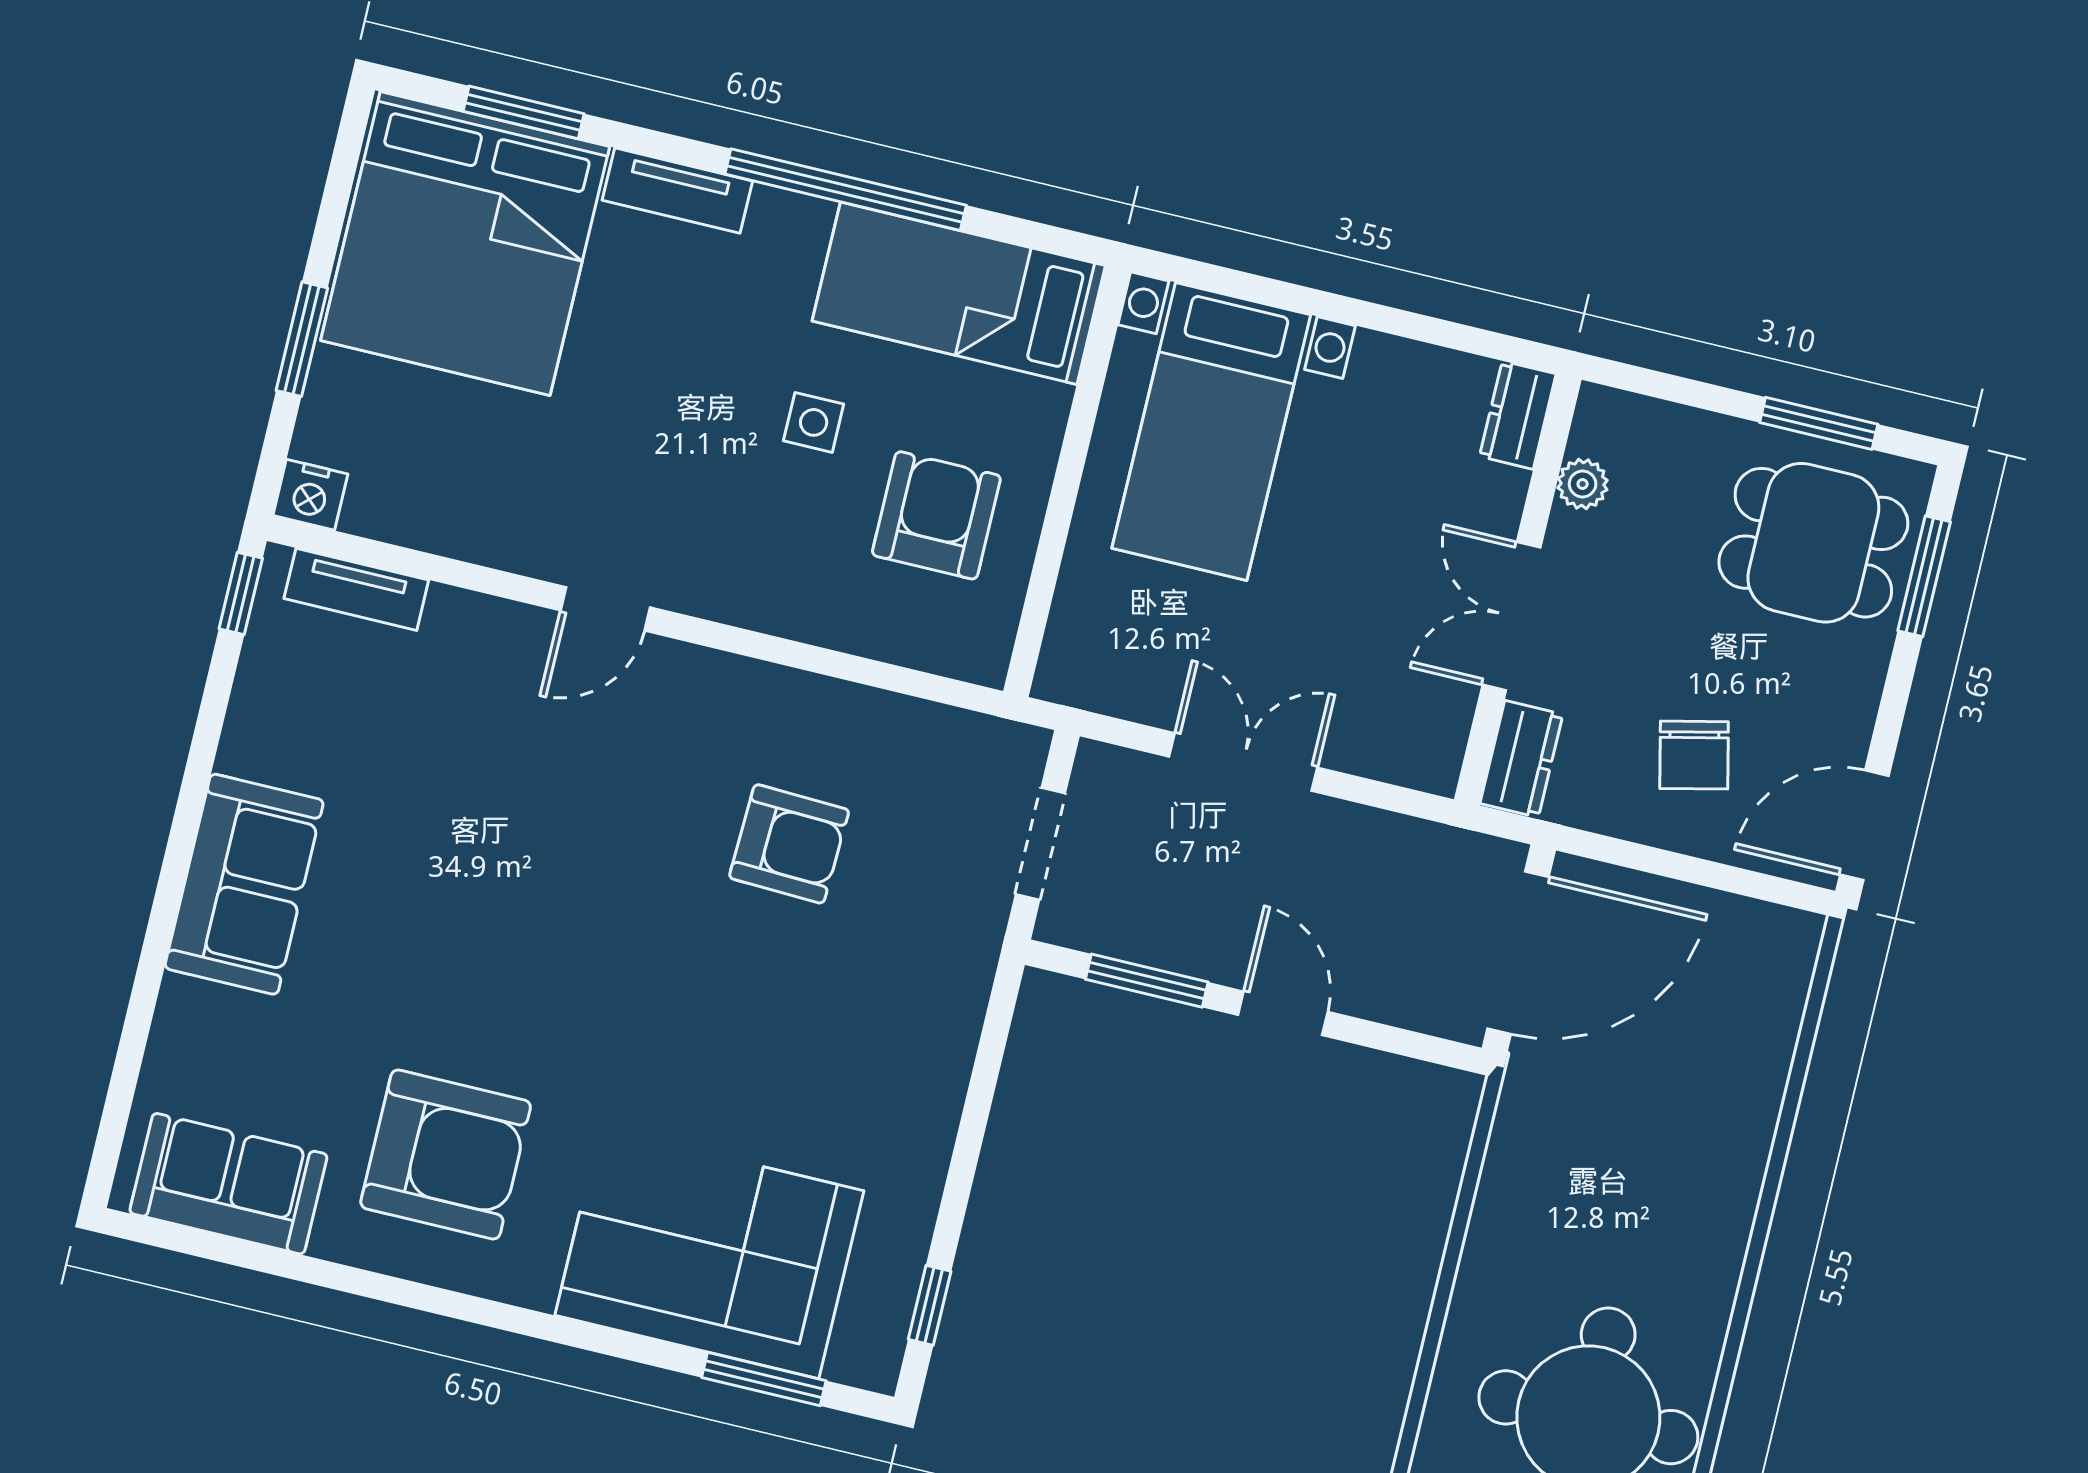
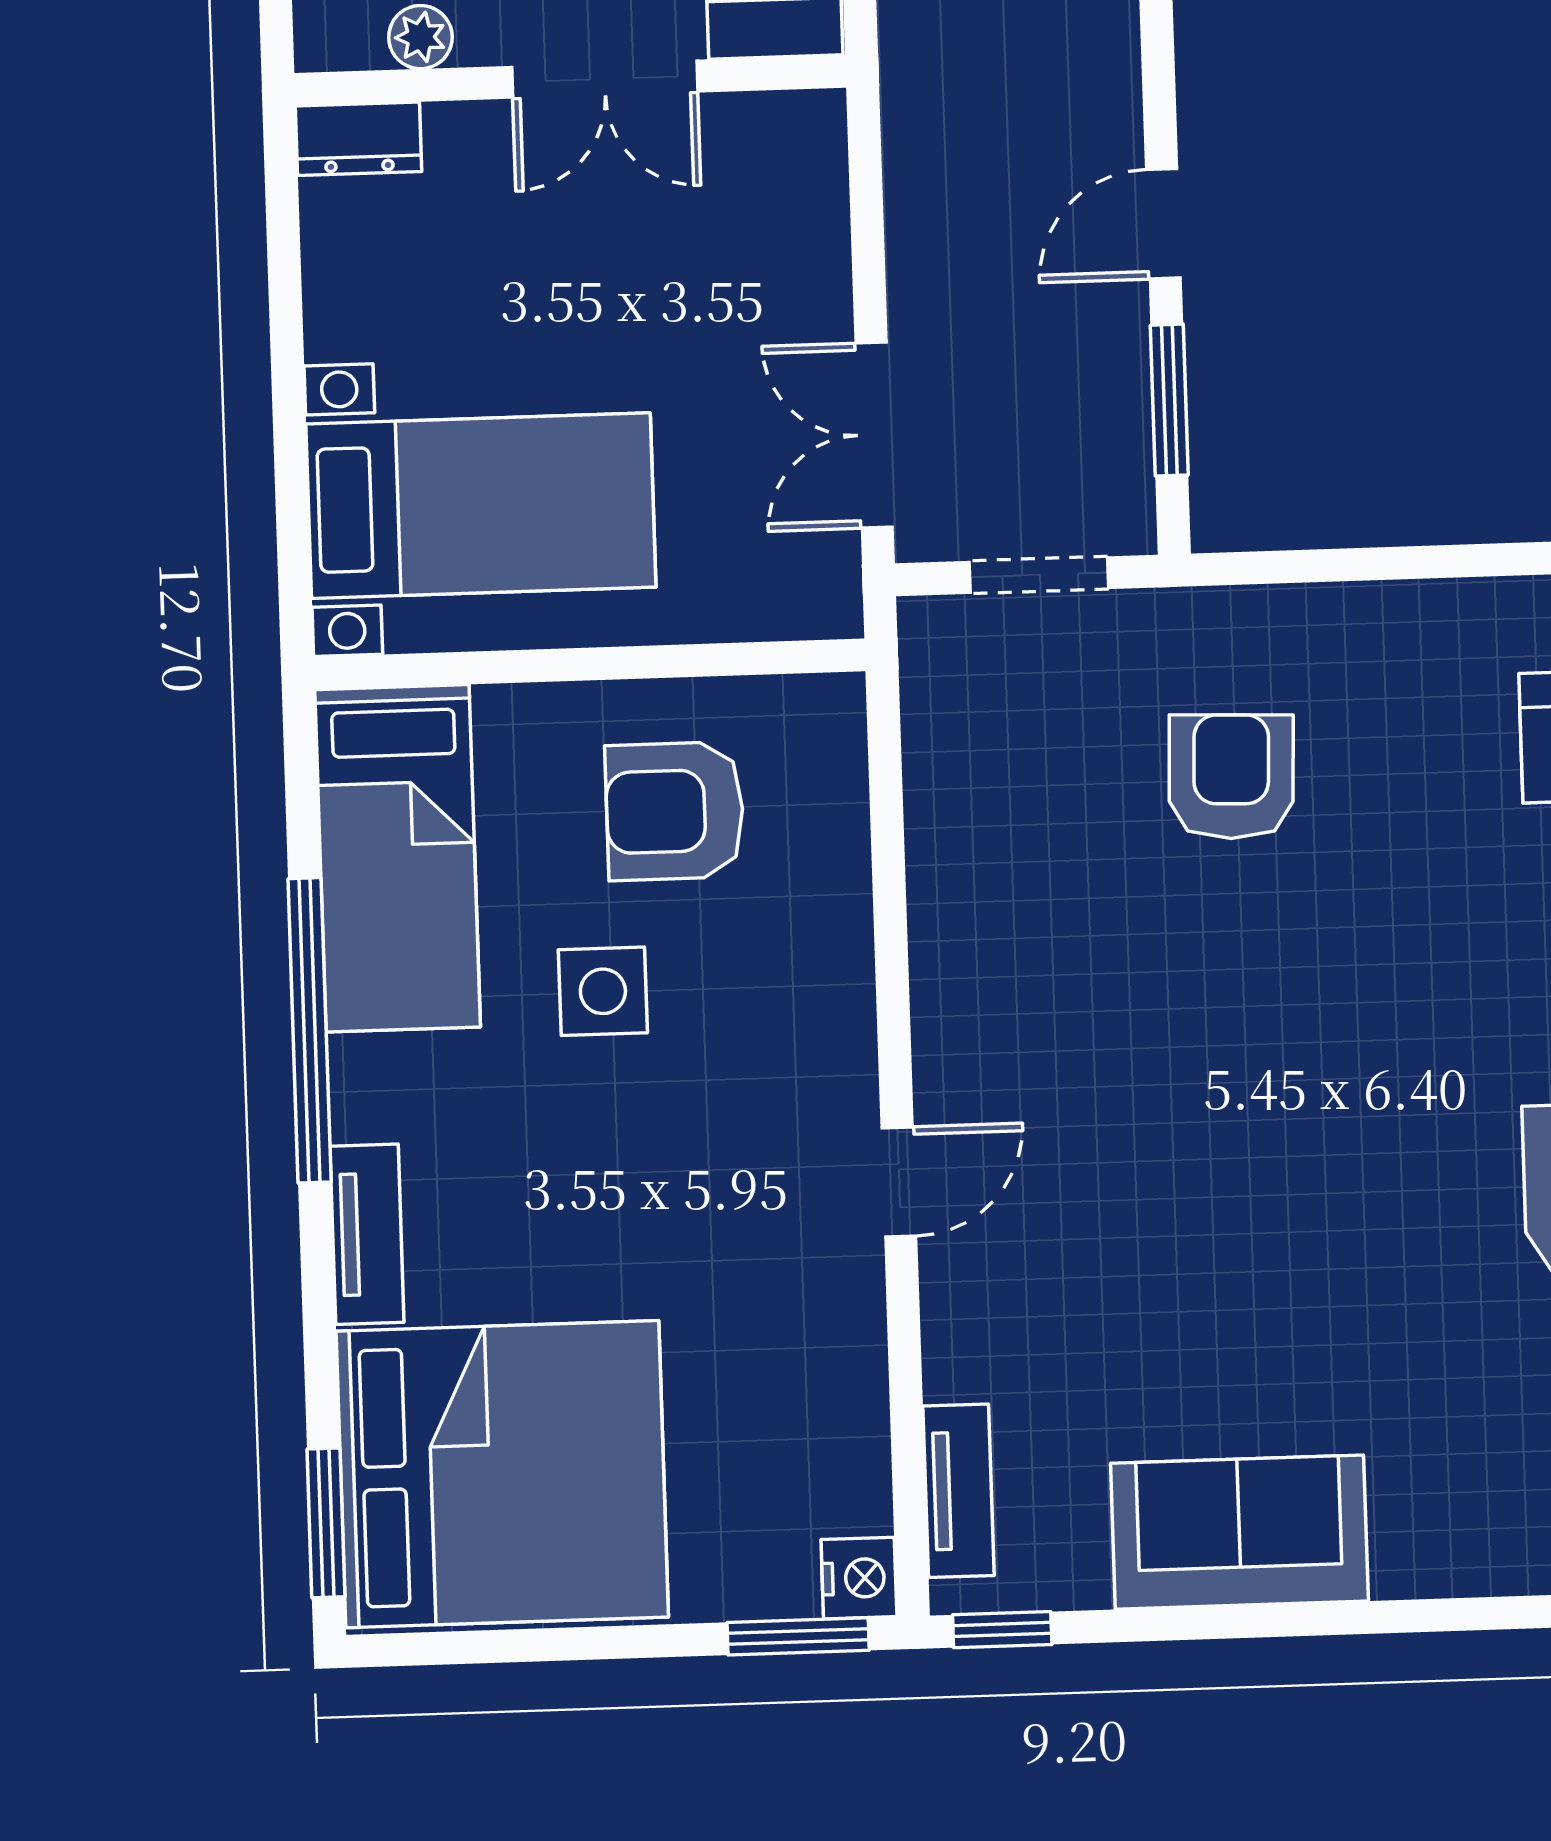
window: (524, 112) -> (326, 1523), moved
window: (302, 339) -> (798, 1636), moved
side table: (814, 422) -> (603, 991), width x1.37, depth x1.37
door: (605, 609) -> (899, 1182), hinge flipped
double door: (1243, 762) -> (874, 435), moved
armchair: (789, 844) -> (1231, 777), moved
sofa: (244, 884) -> (1239, 1532), moved

